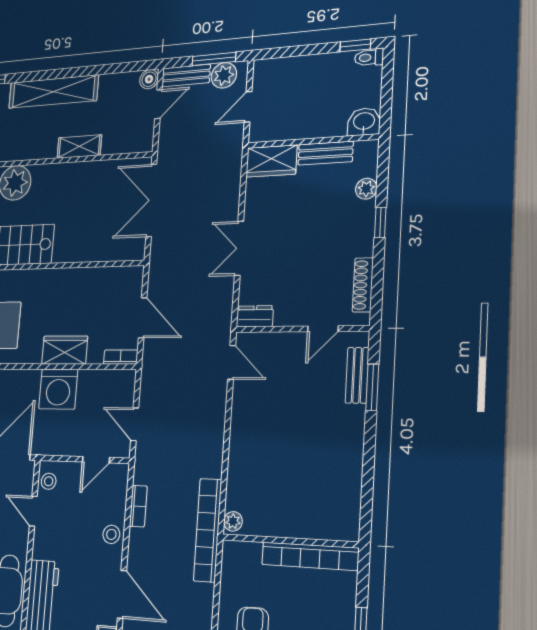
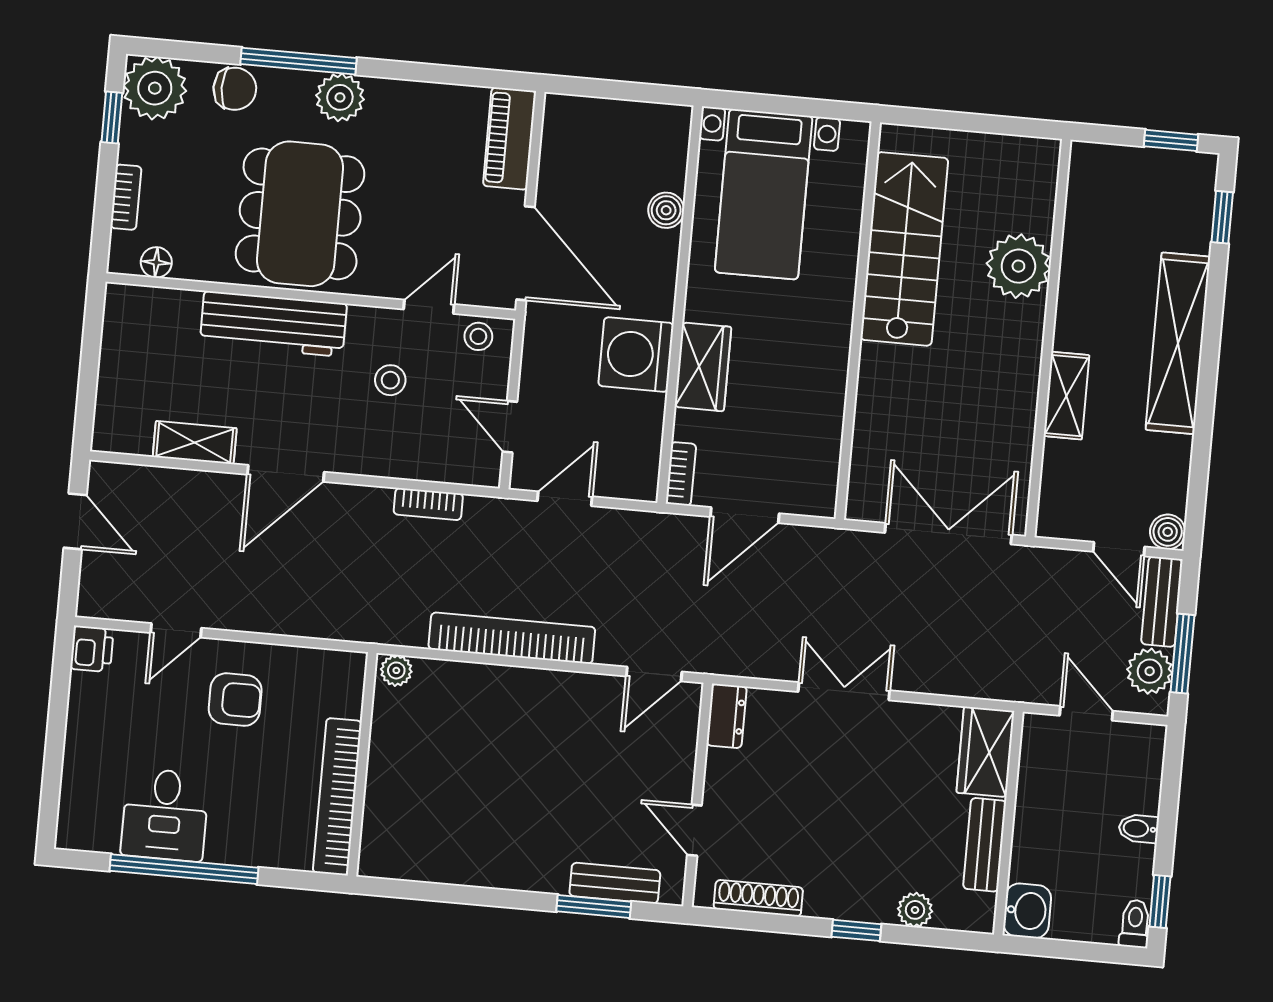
bidet: (313, 65) -> (1139, 829), added
bookcase: (208, 530) -> (512, 638), moved
stool: (111, 534) -> (390, 380), moved

